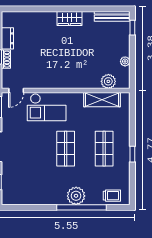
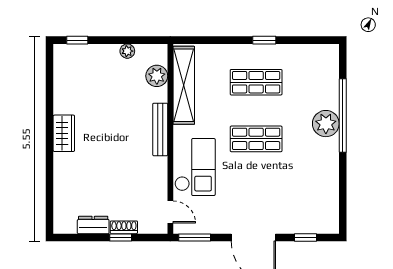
bench: (112, 16) -> (160, 129), moved
shelving: (102, 100) -> (184, 85), width x1.47
trolley: (112, 196) -> (326, 71), removed

